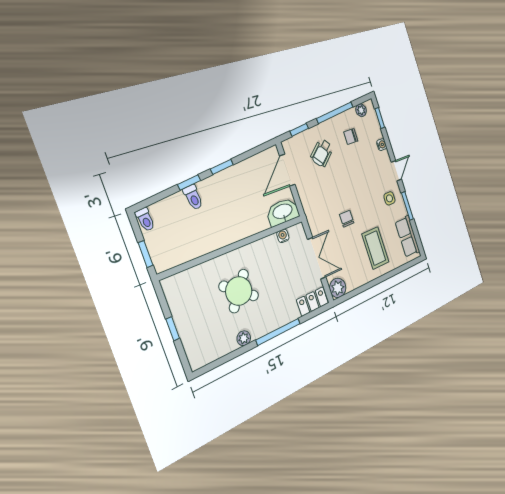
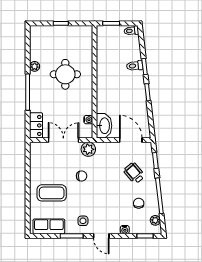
double door: (317, 258) -> (63, 140), swing flipped
plant: (338, 288) -> (88, 149), moved
round table: (239, 291) -> (65, 74), turned -38

